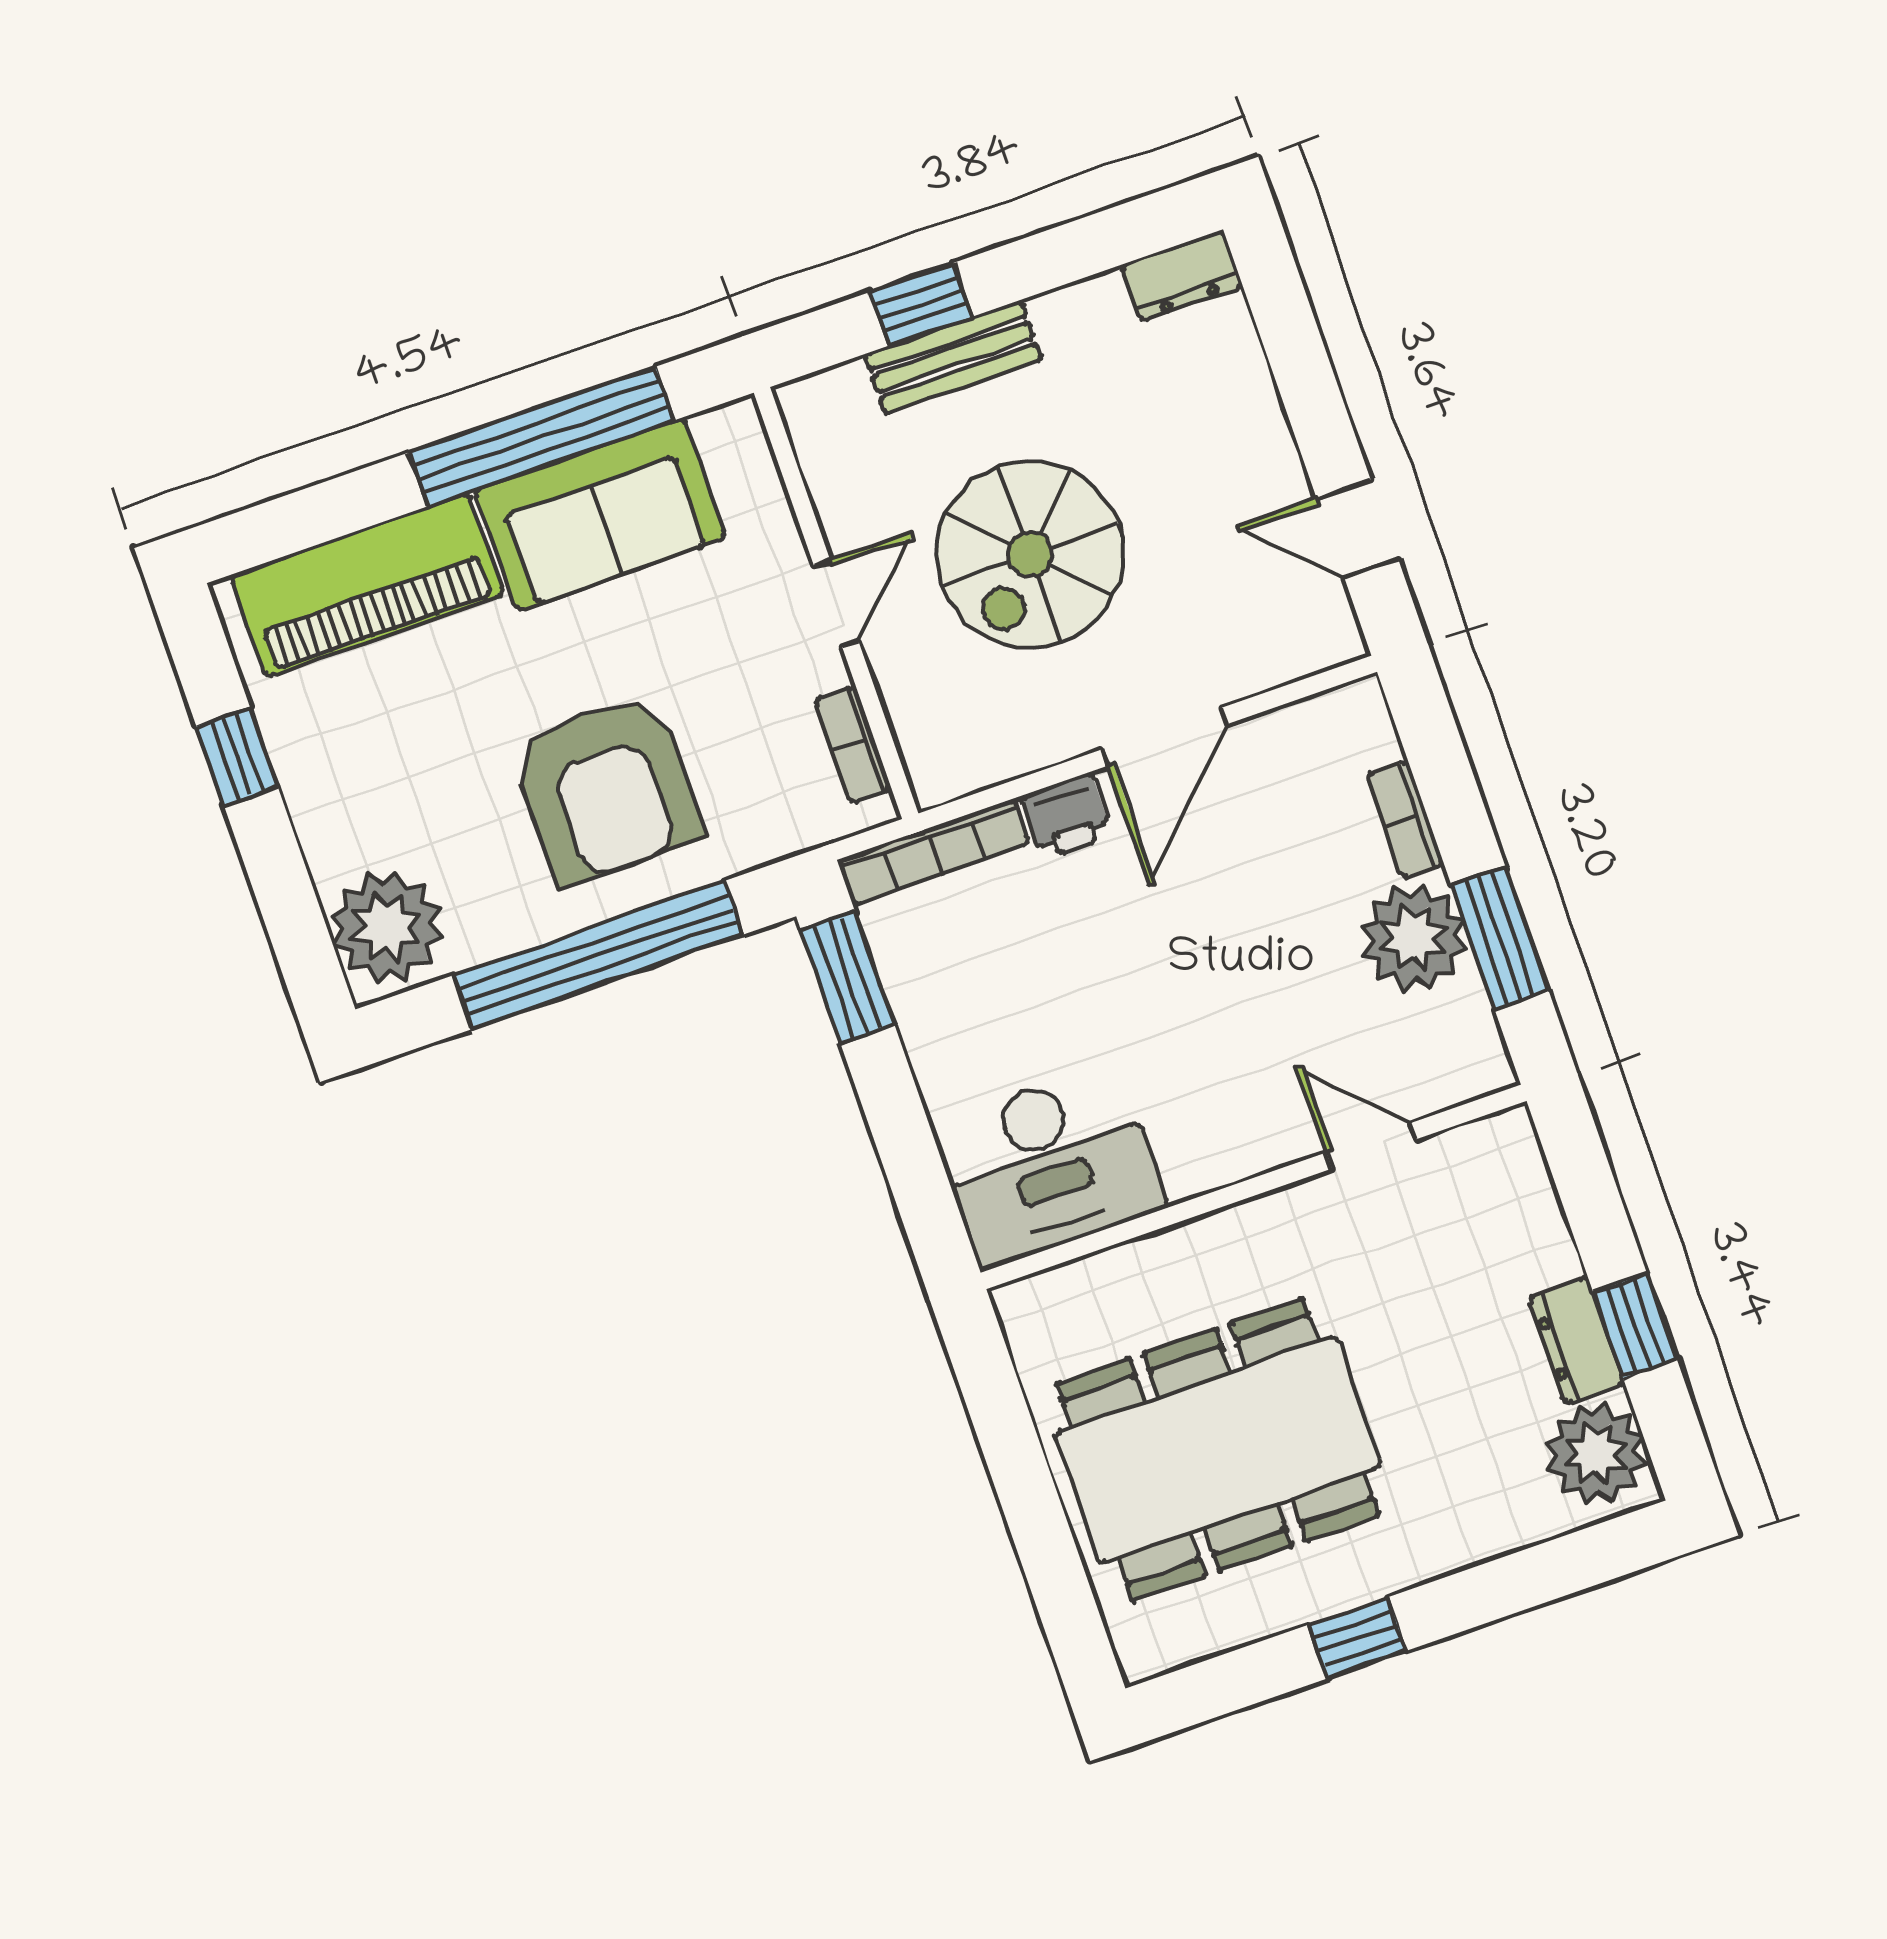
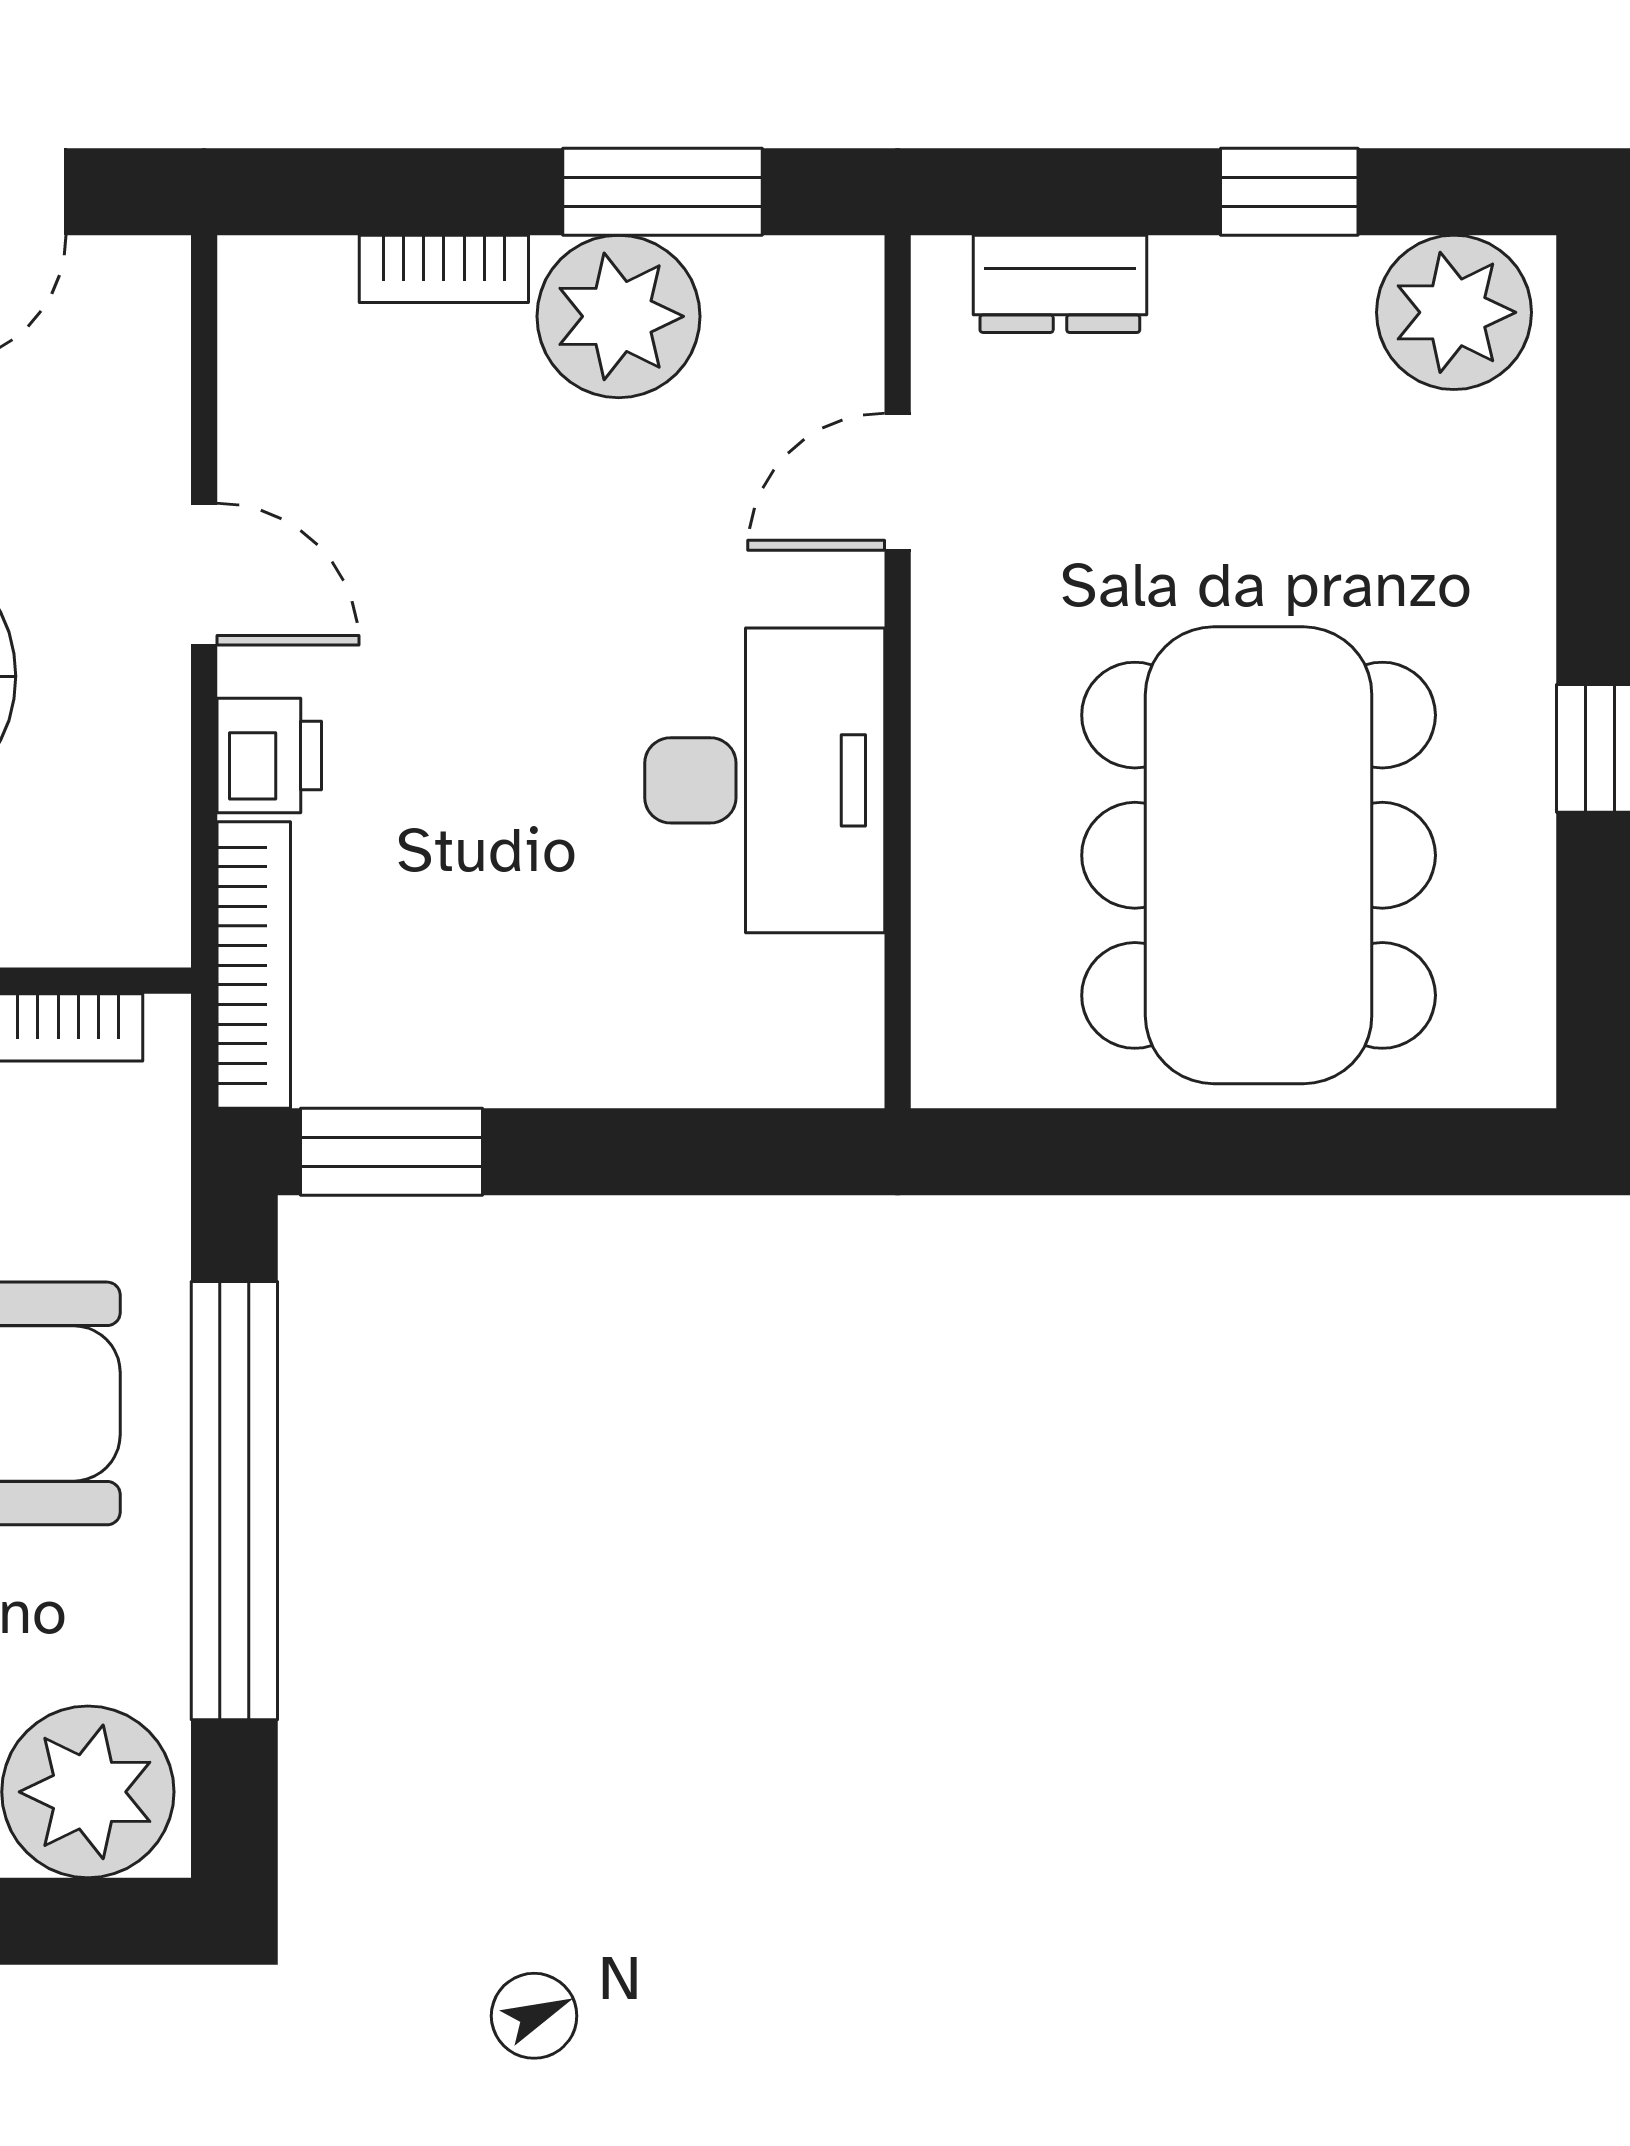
door: (1165, 737) -> (204, 574), width x0.73
desk: (1049, 1166) -> (765, 780), moved
dresser: (1576, 1341) -> (1060, 284), moved

